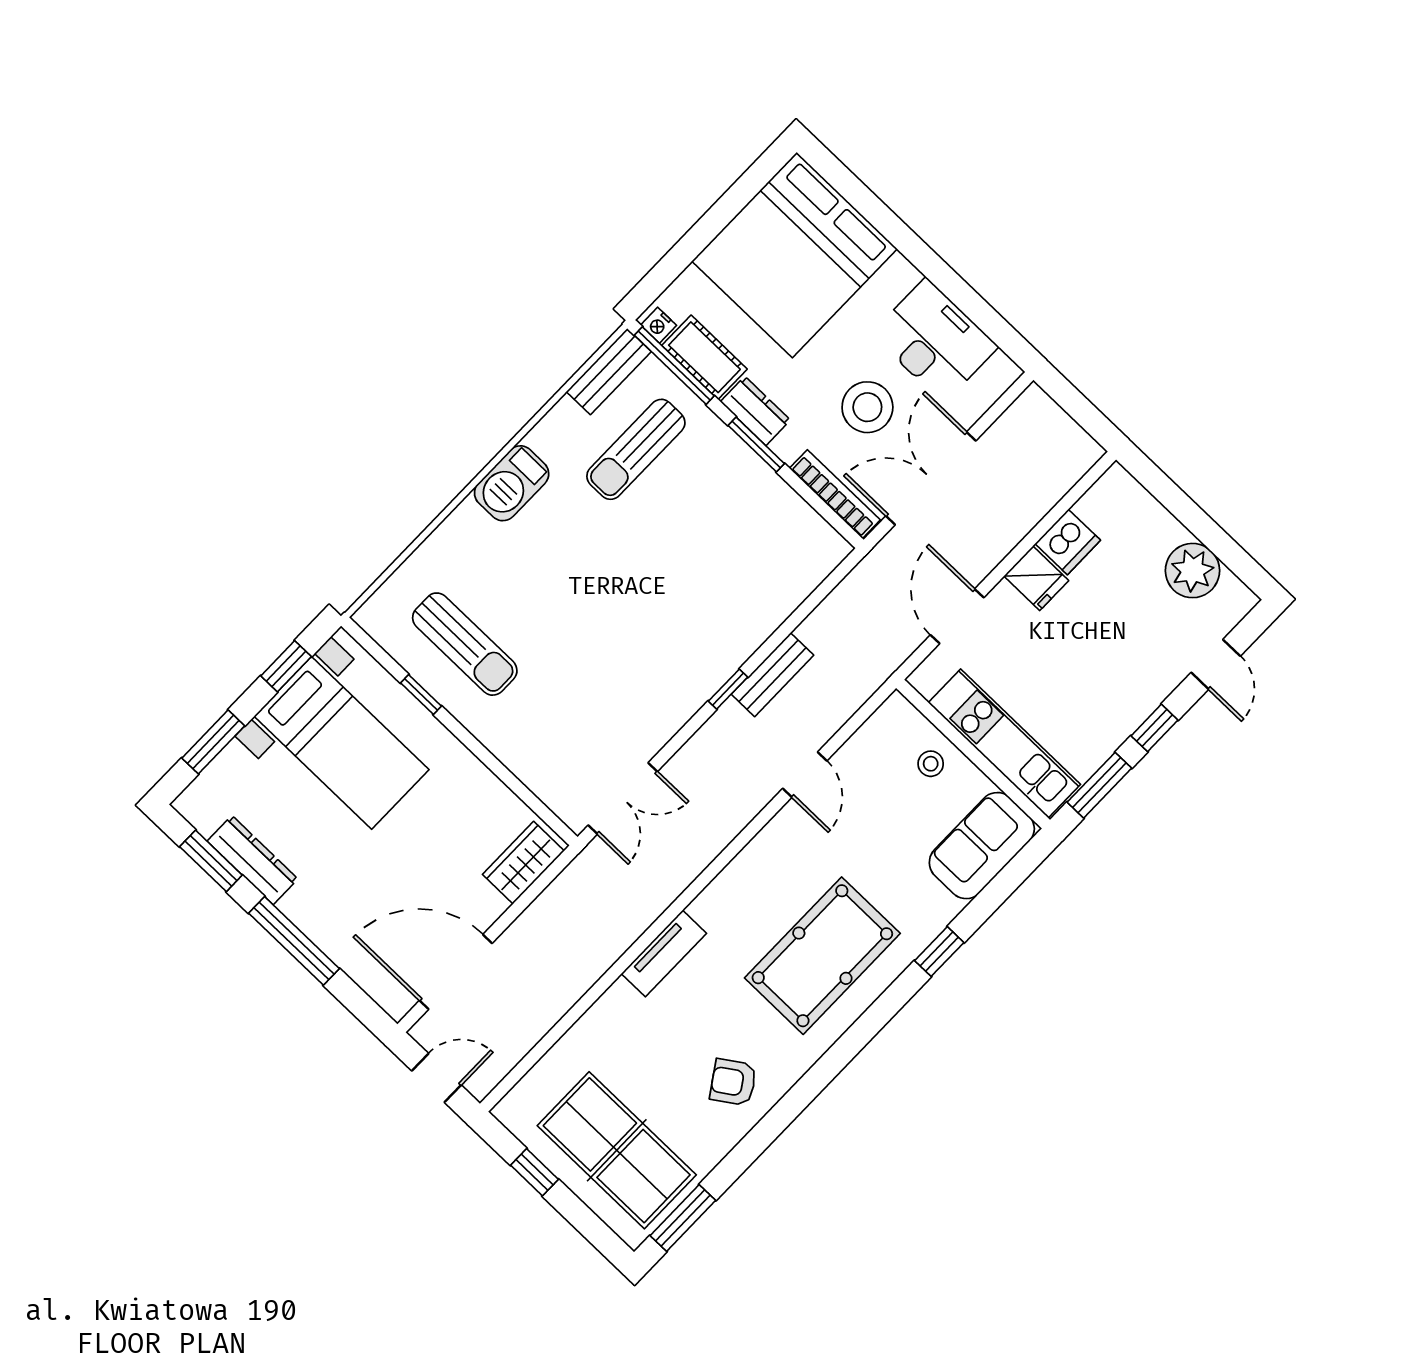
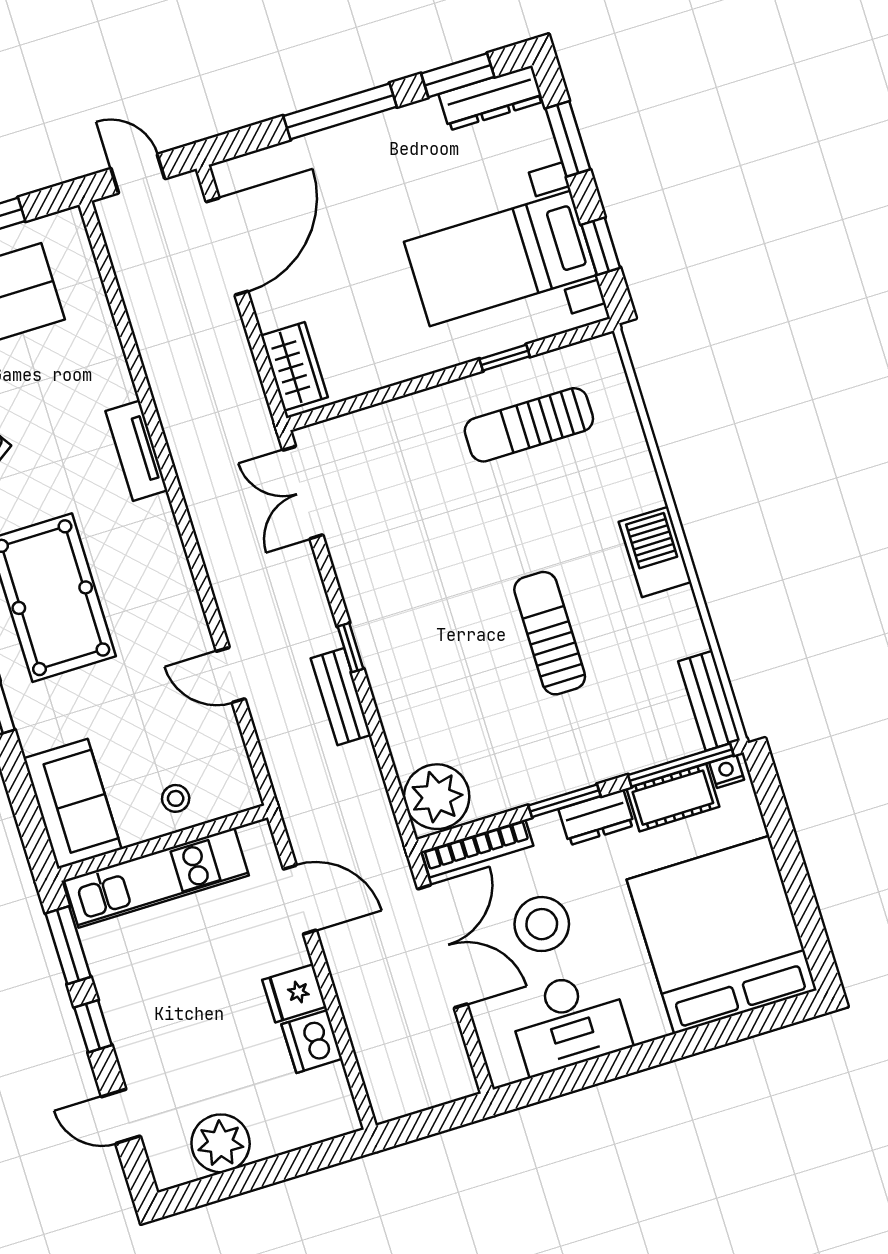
sun lounger: (636, 449) -> (550, 633), moved
plant: (811, 551) -> (437, 797), added
dresser: (253, 860) -> (491, 98), moved
door: (437, 1078) -> (138, 174), swing flipped

